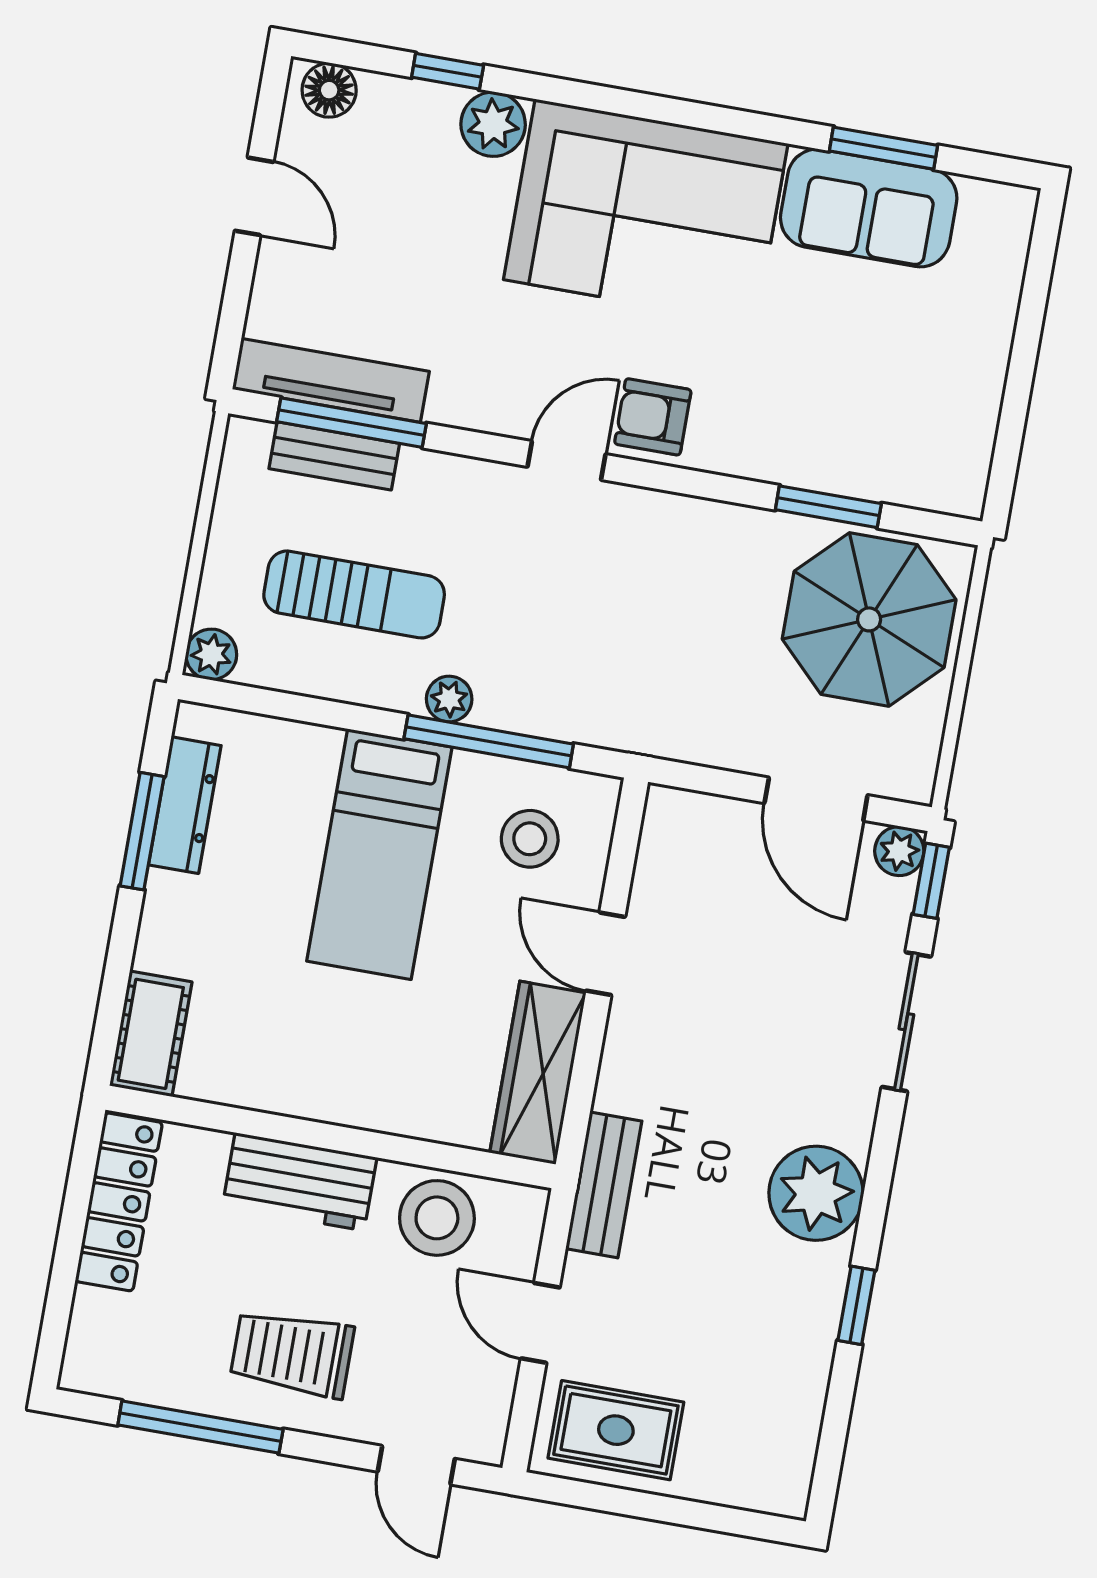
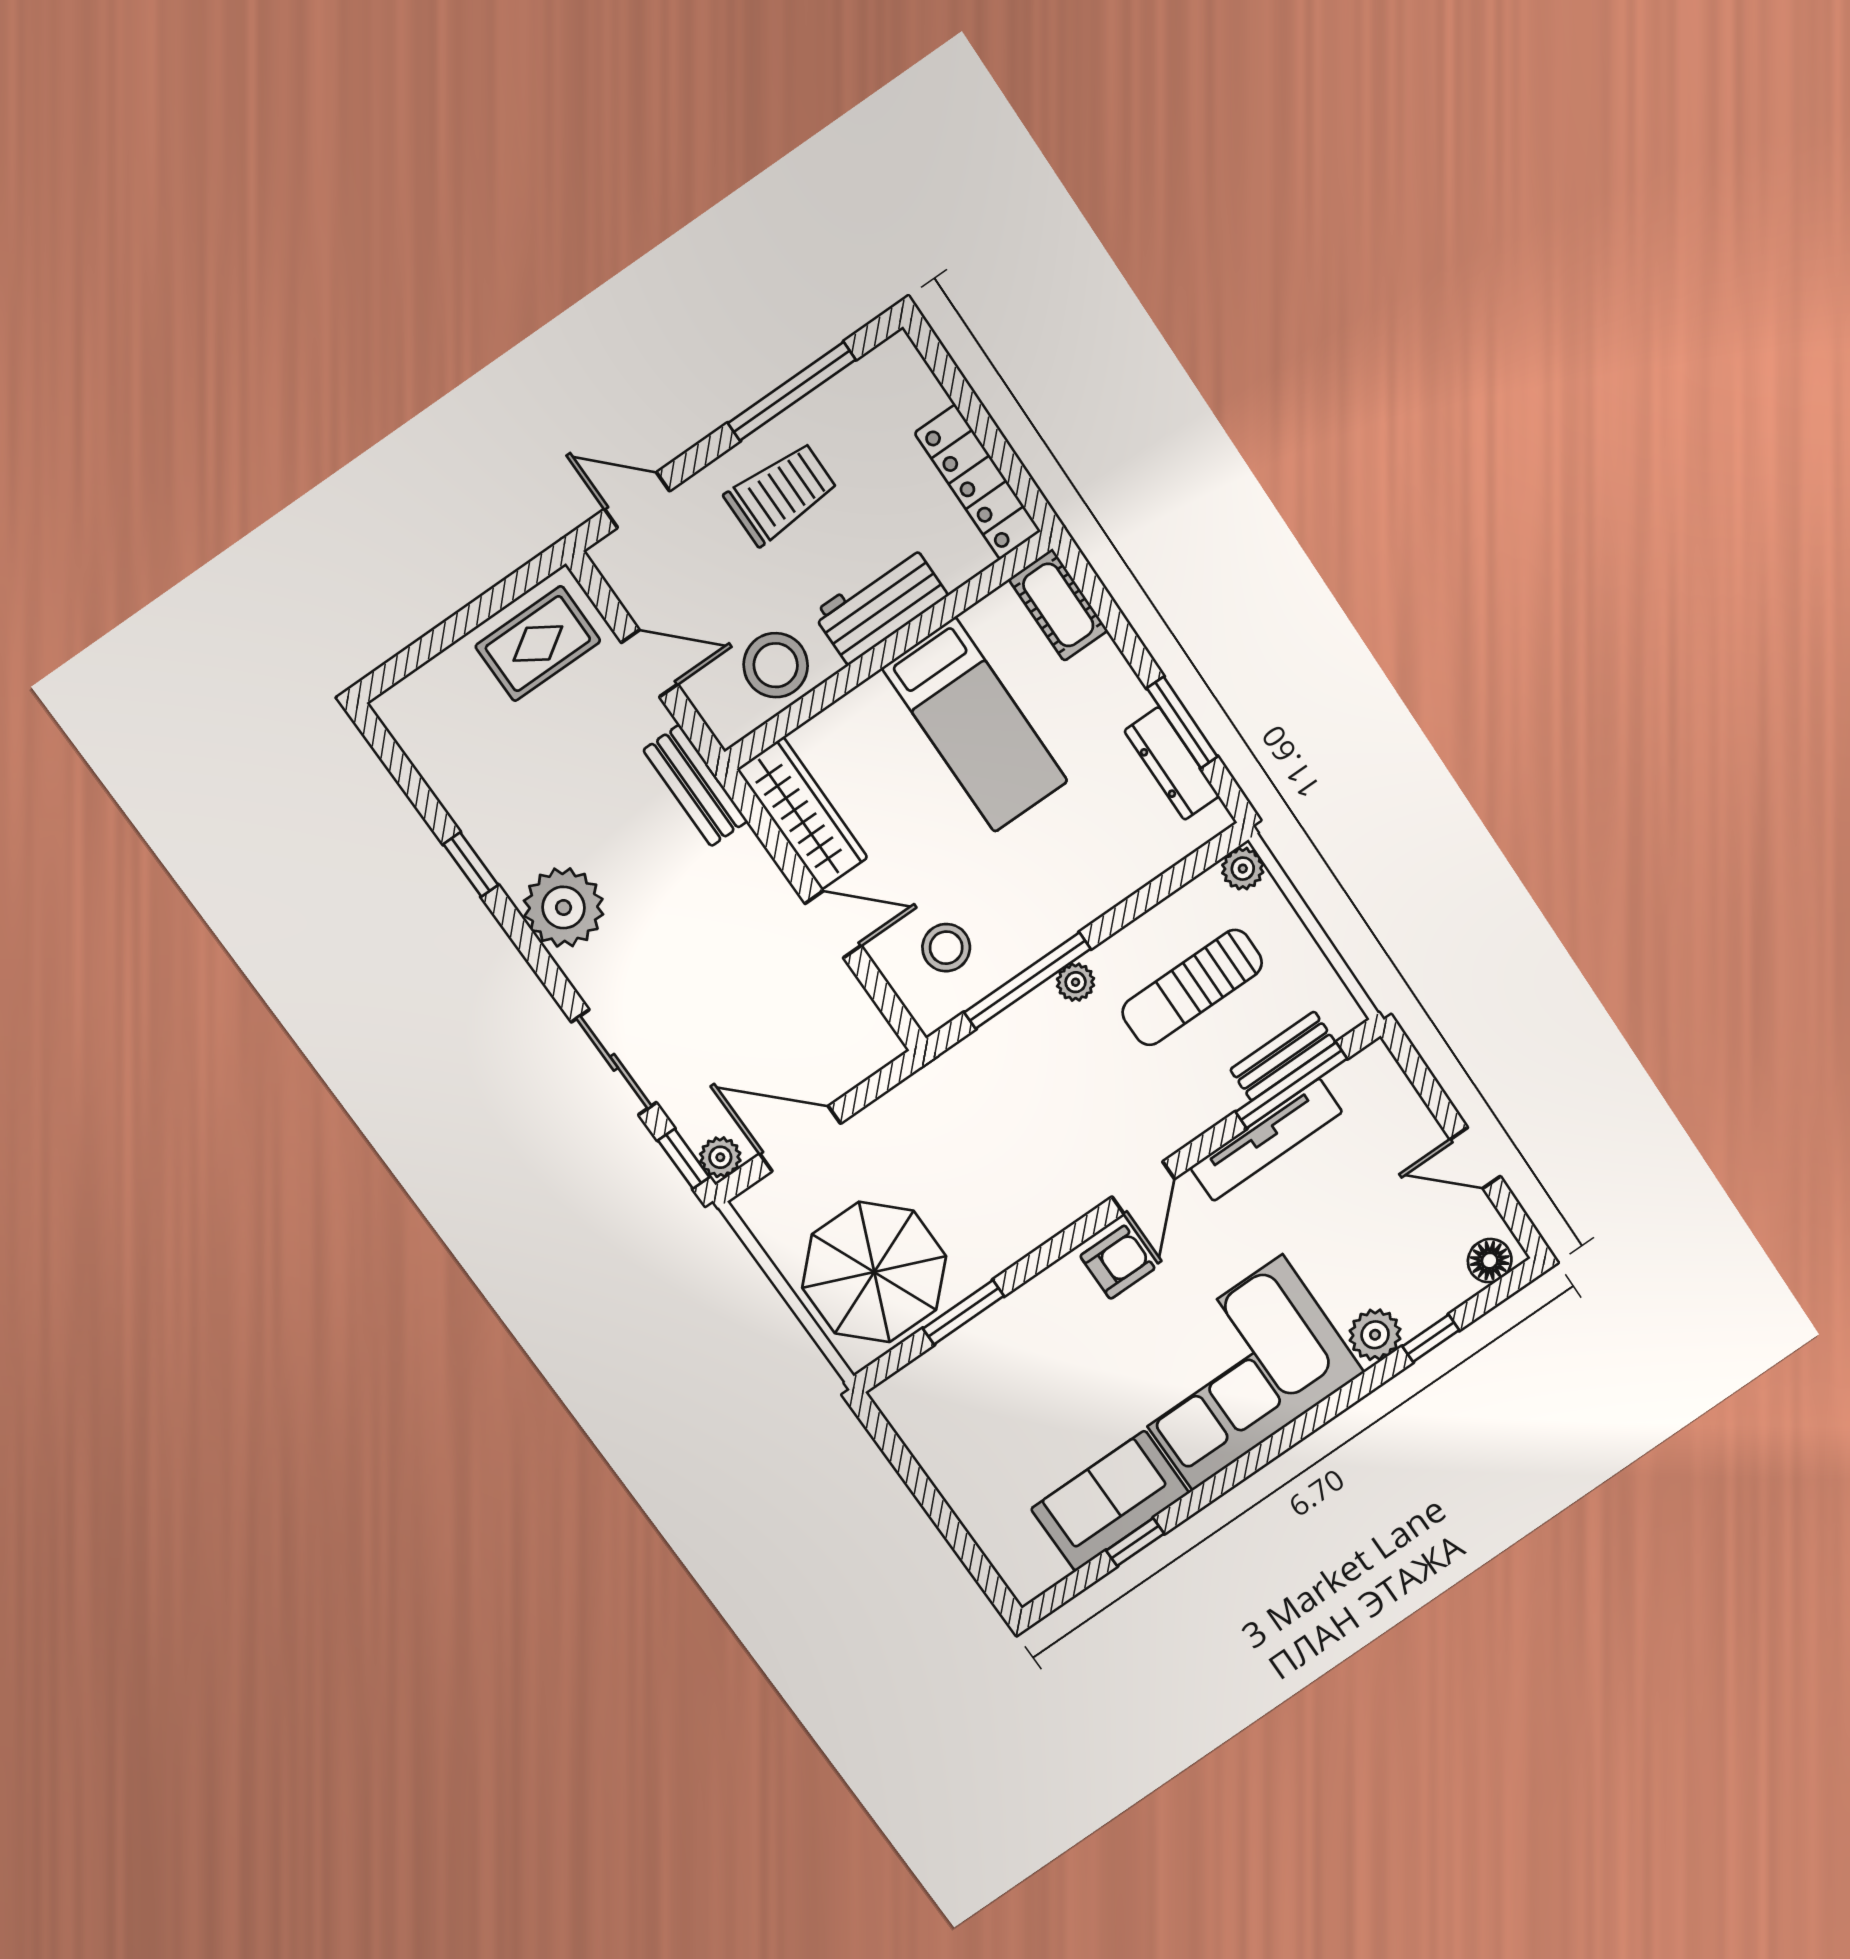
window: (883, 148) -> (1135, 1542), width x0.67
tv unit: (331, 380) -> (1266, 1140), moved
bed: (379, 854) -> (975, 725), moved, turned 180

